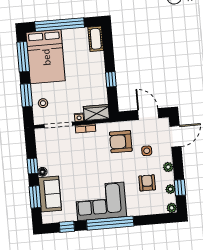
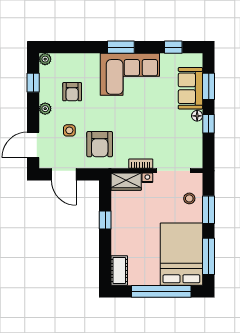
armchair: (121, 142) -> (100, 144), turned 90
plant: (170, 189) -> (45, 82), removed
window: (110, 223) -> (121, 47), width x0.47

